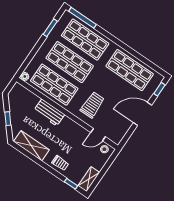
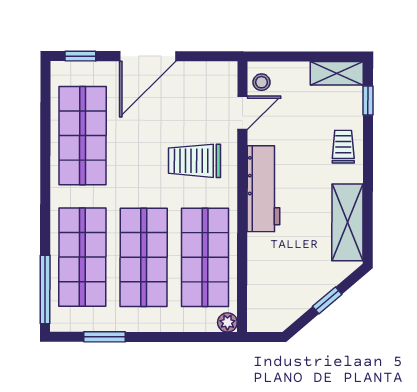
workbench: (49, 113) -> (263, 189), moved, width x1.38
door: (142, 114) -> (148, 56), hinge flipped
door: (98, 135) -> (242, 113), hinge flipped

